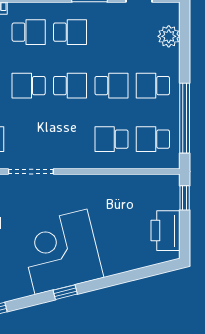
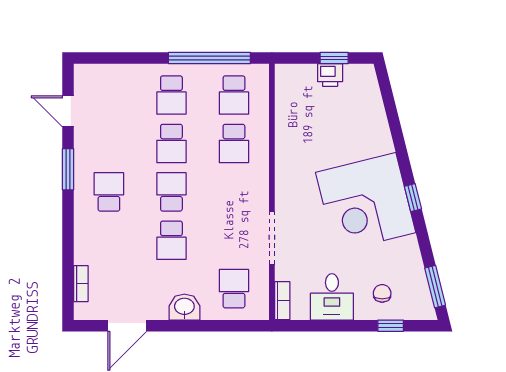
school desk: (29, 32) -> (109, 240), removed
plant: (169, 36) -> (114, 77), removed
school desk: (111, 86) -> (171, 143), turned 180
window: (185, 198) -> (334, 58), moved
printer: (165, 231) -> (330, 75), width x0.53, depth x0.68

